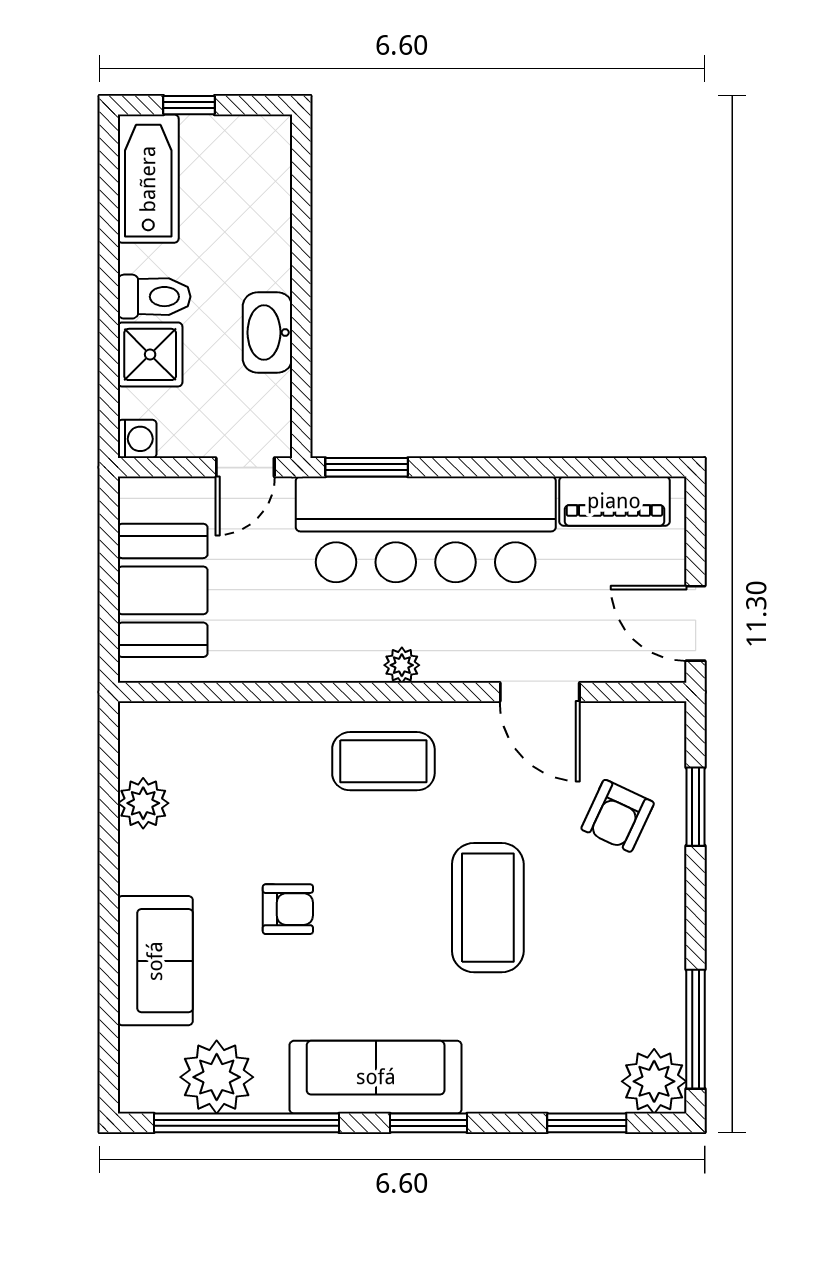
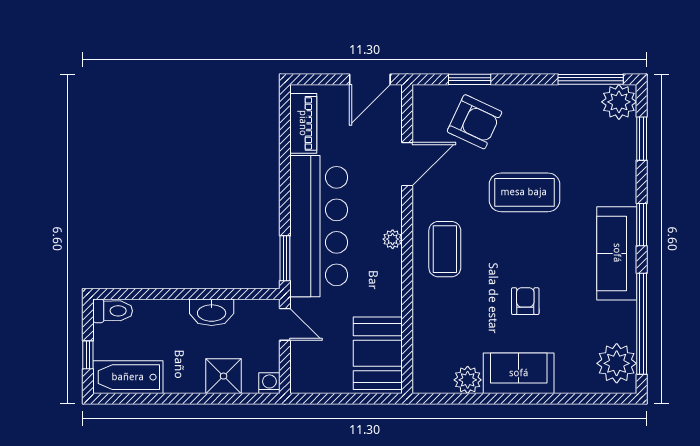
toilet: (154, 297) -> (113, 311), moved, turned 90
booth: (163, 590) -> (378, 353), moved, turned 90
armchair: (618, 816) -> (475, 122), width x1.38, depth x1.38
sofa: (155, 961) -> (519, 373), moved
plant: (217, 1077) -> (617, 363), moved

